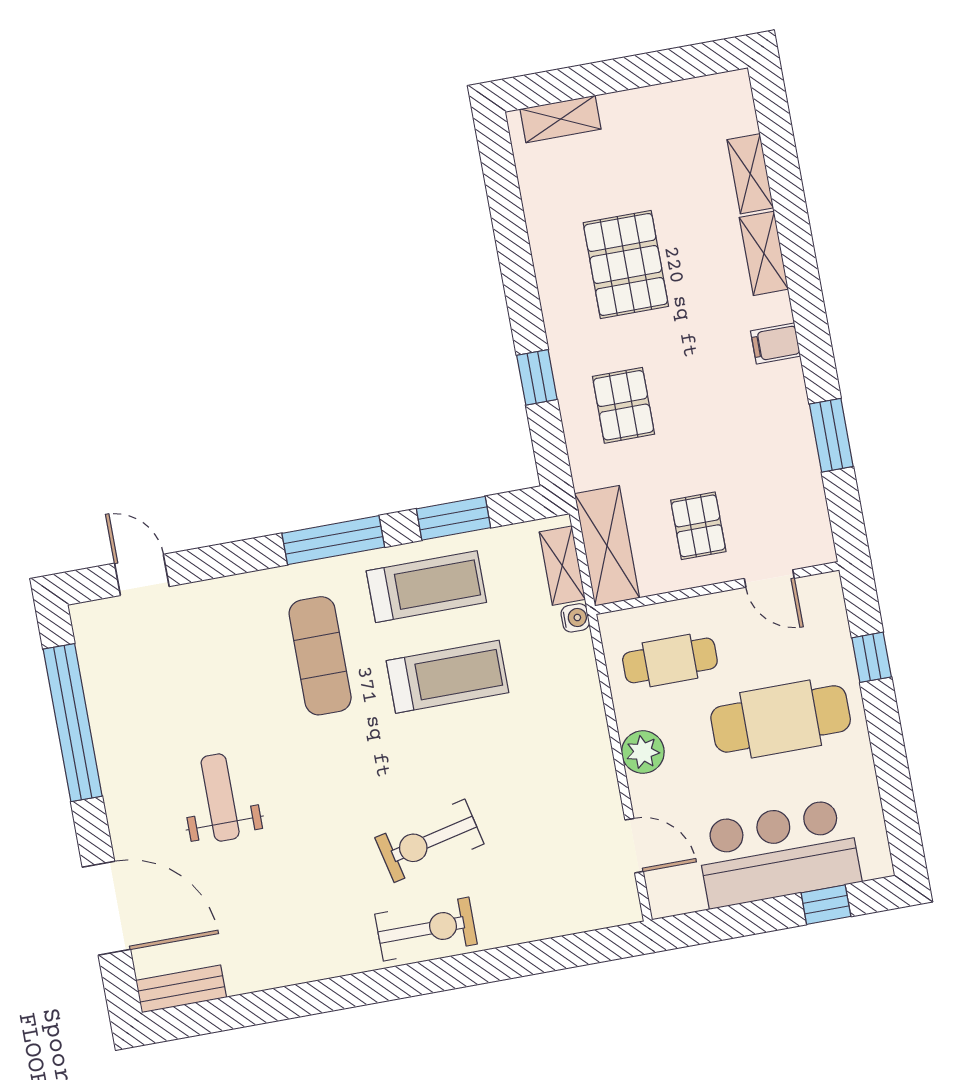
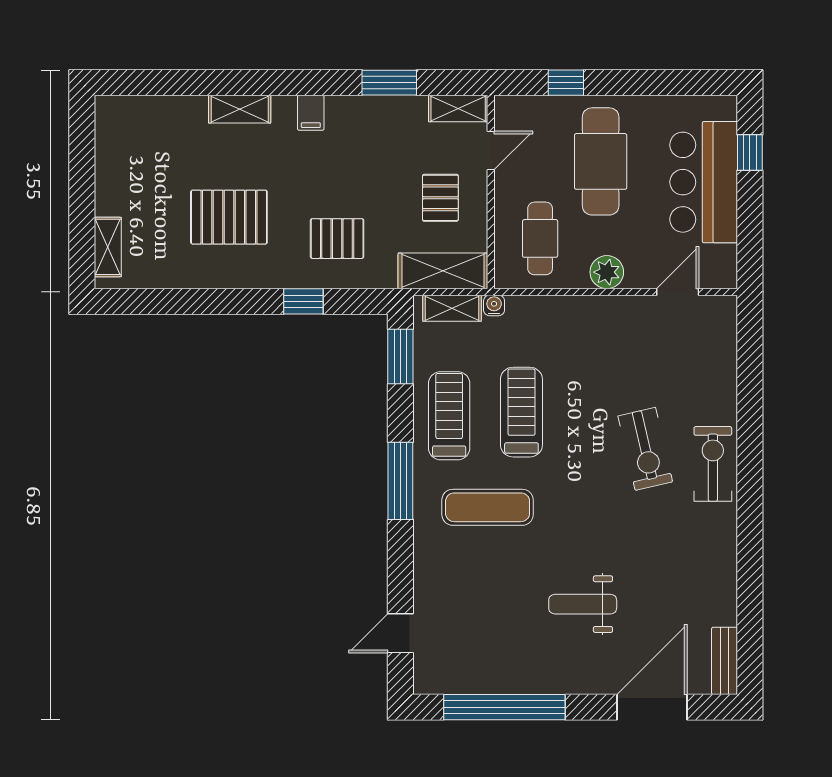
shelving: (750, 174) -> (458, 109), moved
window: (453, 518) -> (400, 356), moved
pallet: (698, 526) -> (440, 198), turned 90

